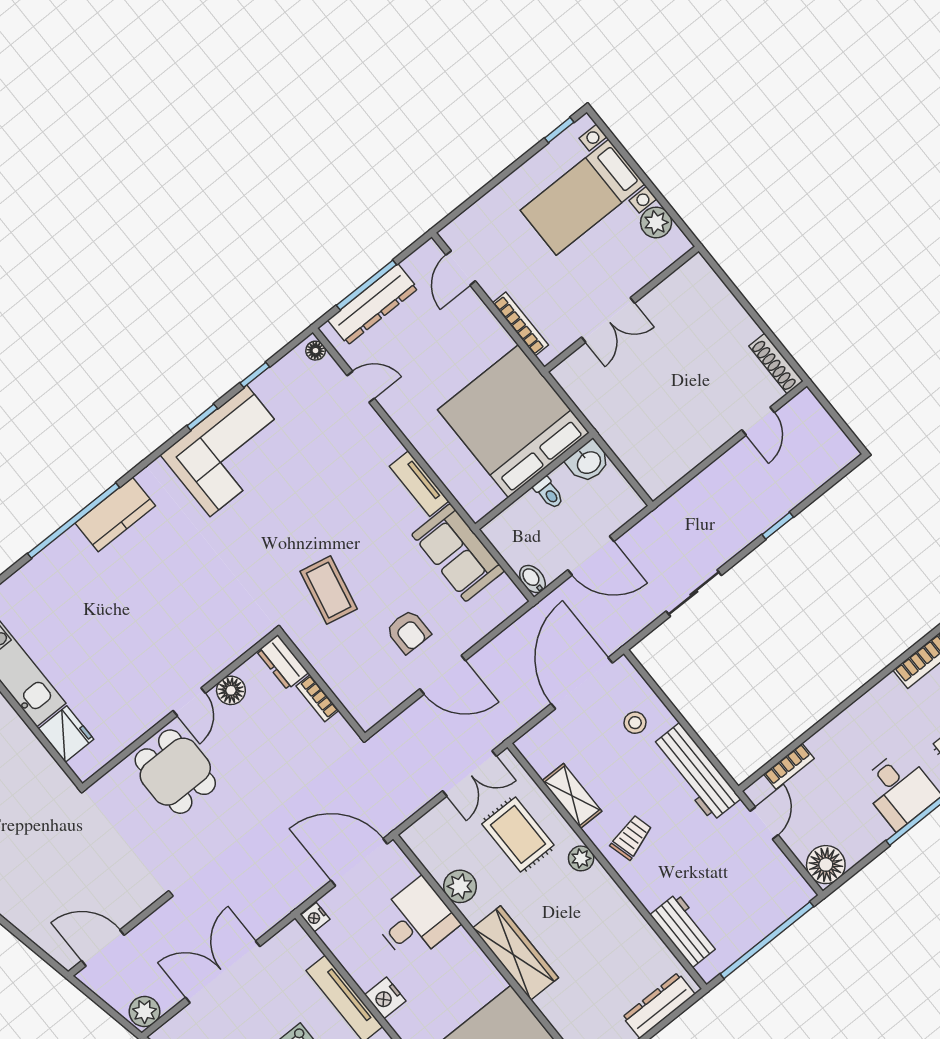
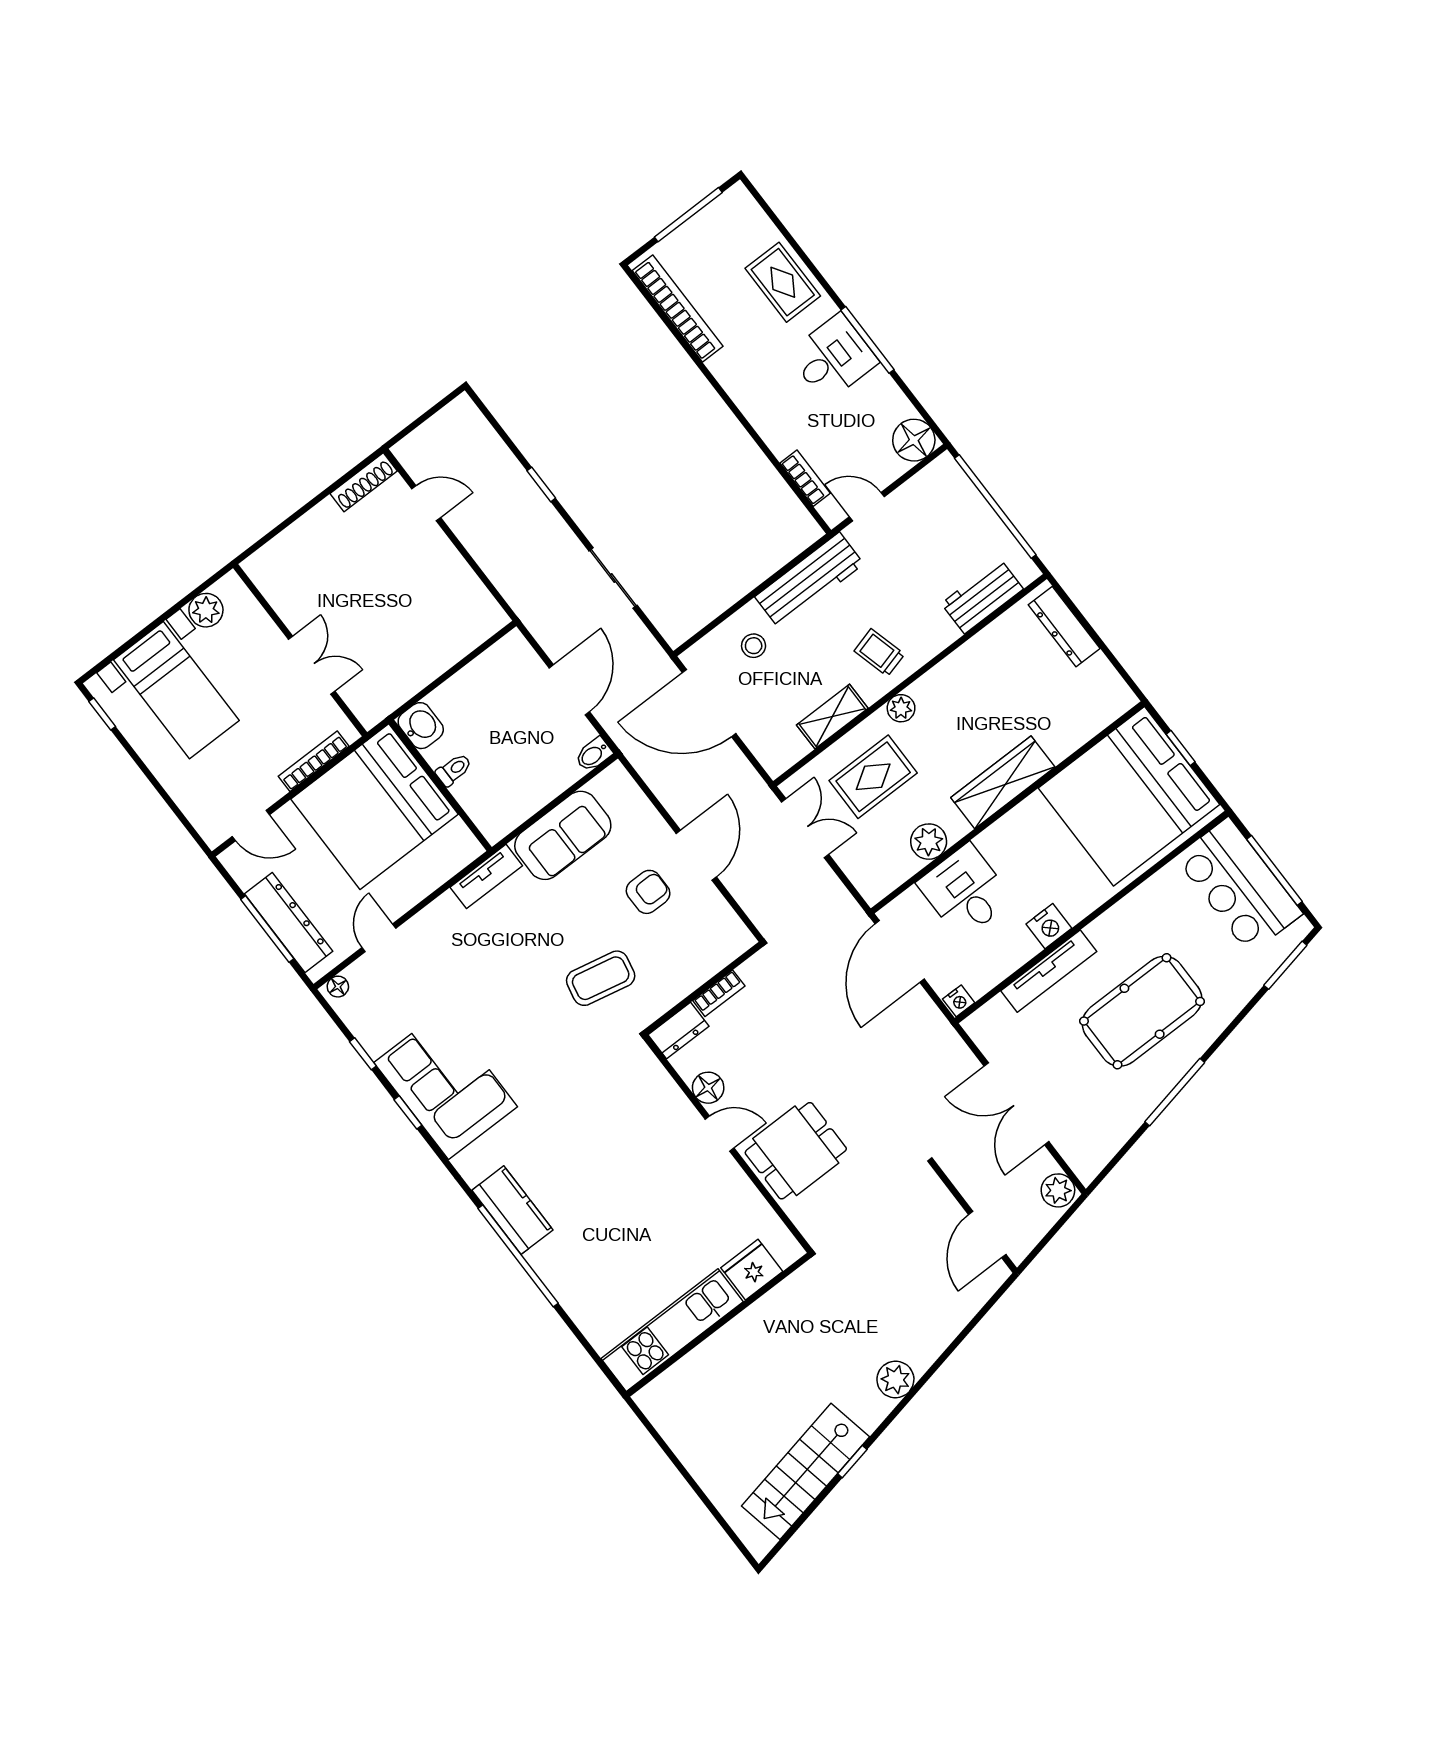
bed: (513, 421) -> (374, 807), moved
washbasin: (588, 462) -> (421, 726), moved
wall: (534, 481) -> (440, 785), moved
toilet: (549, 493) -> (454, 770), moved

